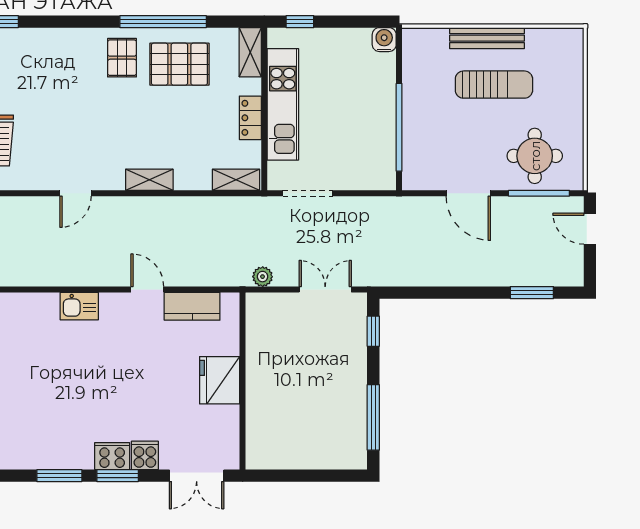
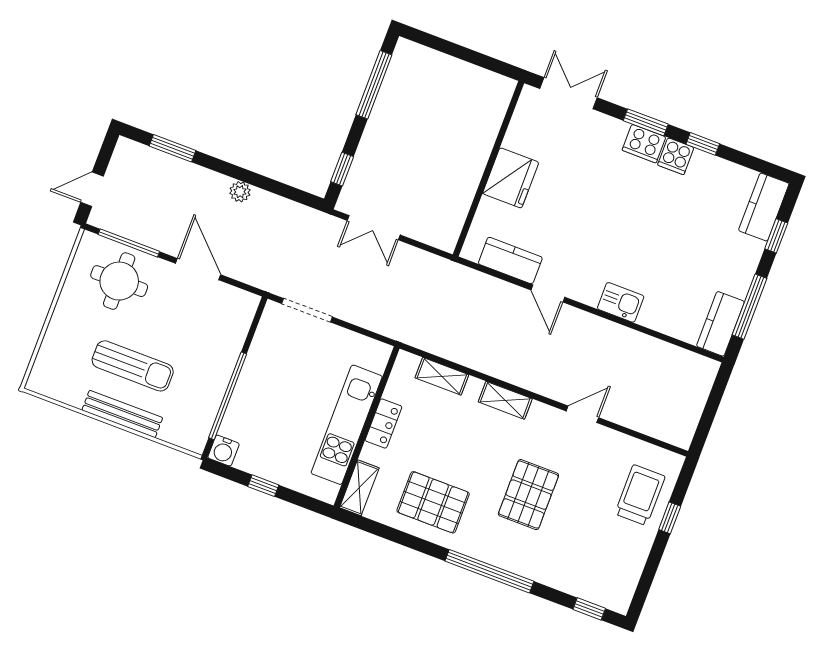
window: (163, 22) -> (489, 571), moved
window: (300, 22) -> (263, 486), moved
pallet: (122, 58) -> (528, 495), moved, width x1.50, depth x1.42
sun lounger: (494, 85) -> (133, 366), turned 180
window: (399, 127) -> (228, 396), moved
shelving: (236, 180) -> (442, 376), moved
doorway: (308, 193) -> (307, 310), moved
door: (590, 229) -> (92, 189), swing flipped
plant: (263, 277) -> (240, 192), moved
cooker: (145, 455) -> (676, 156), moved
window: (59, 476) -> (703, 144), width x0.67

